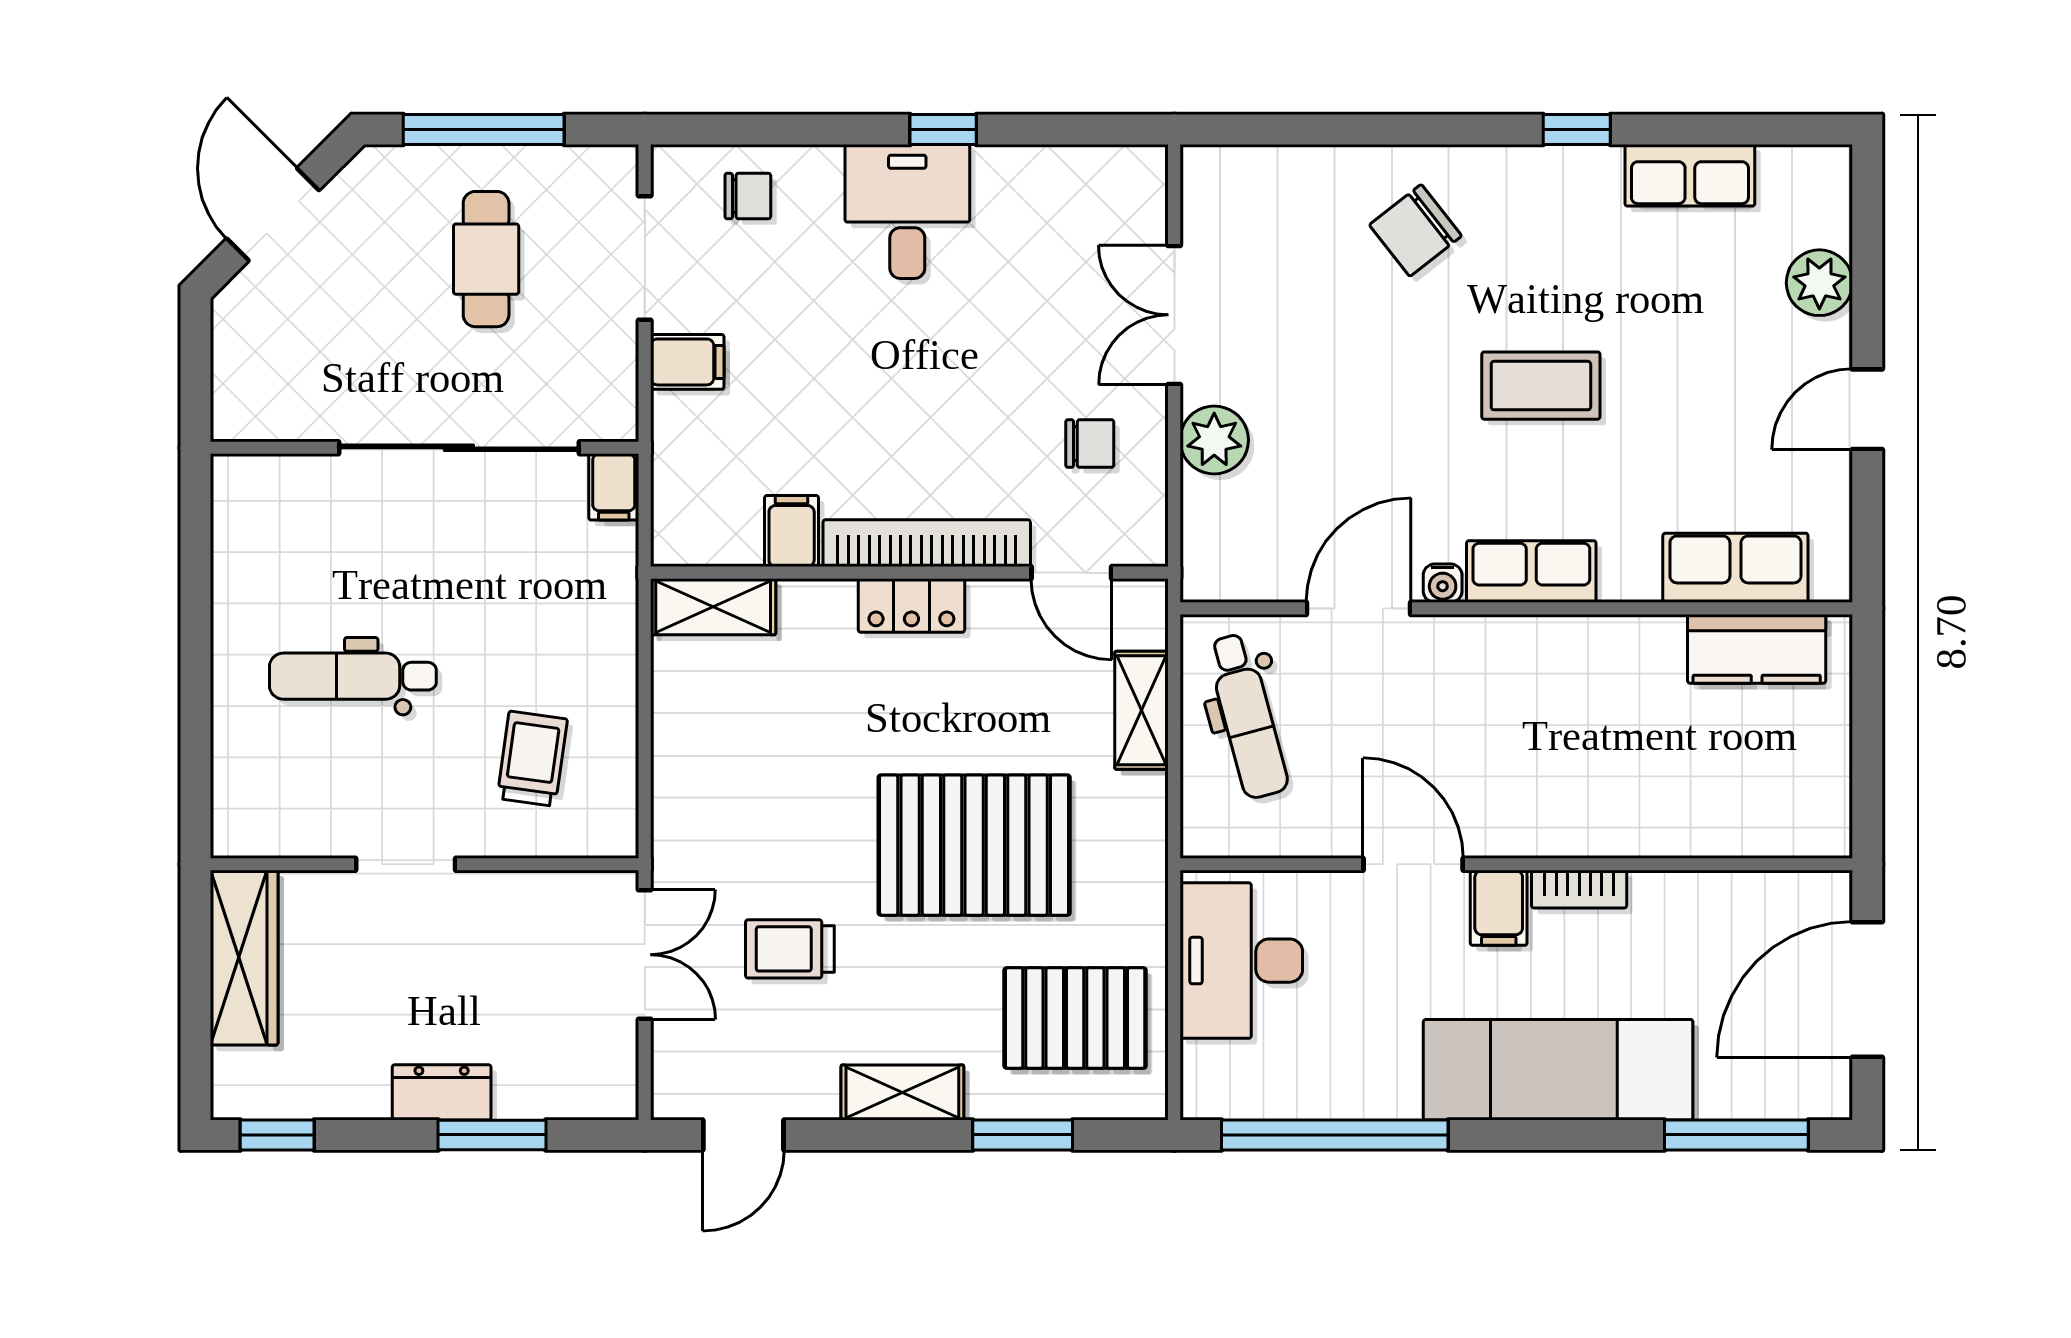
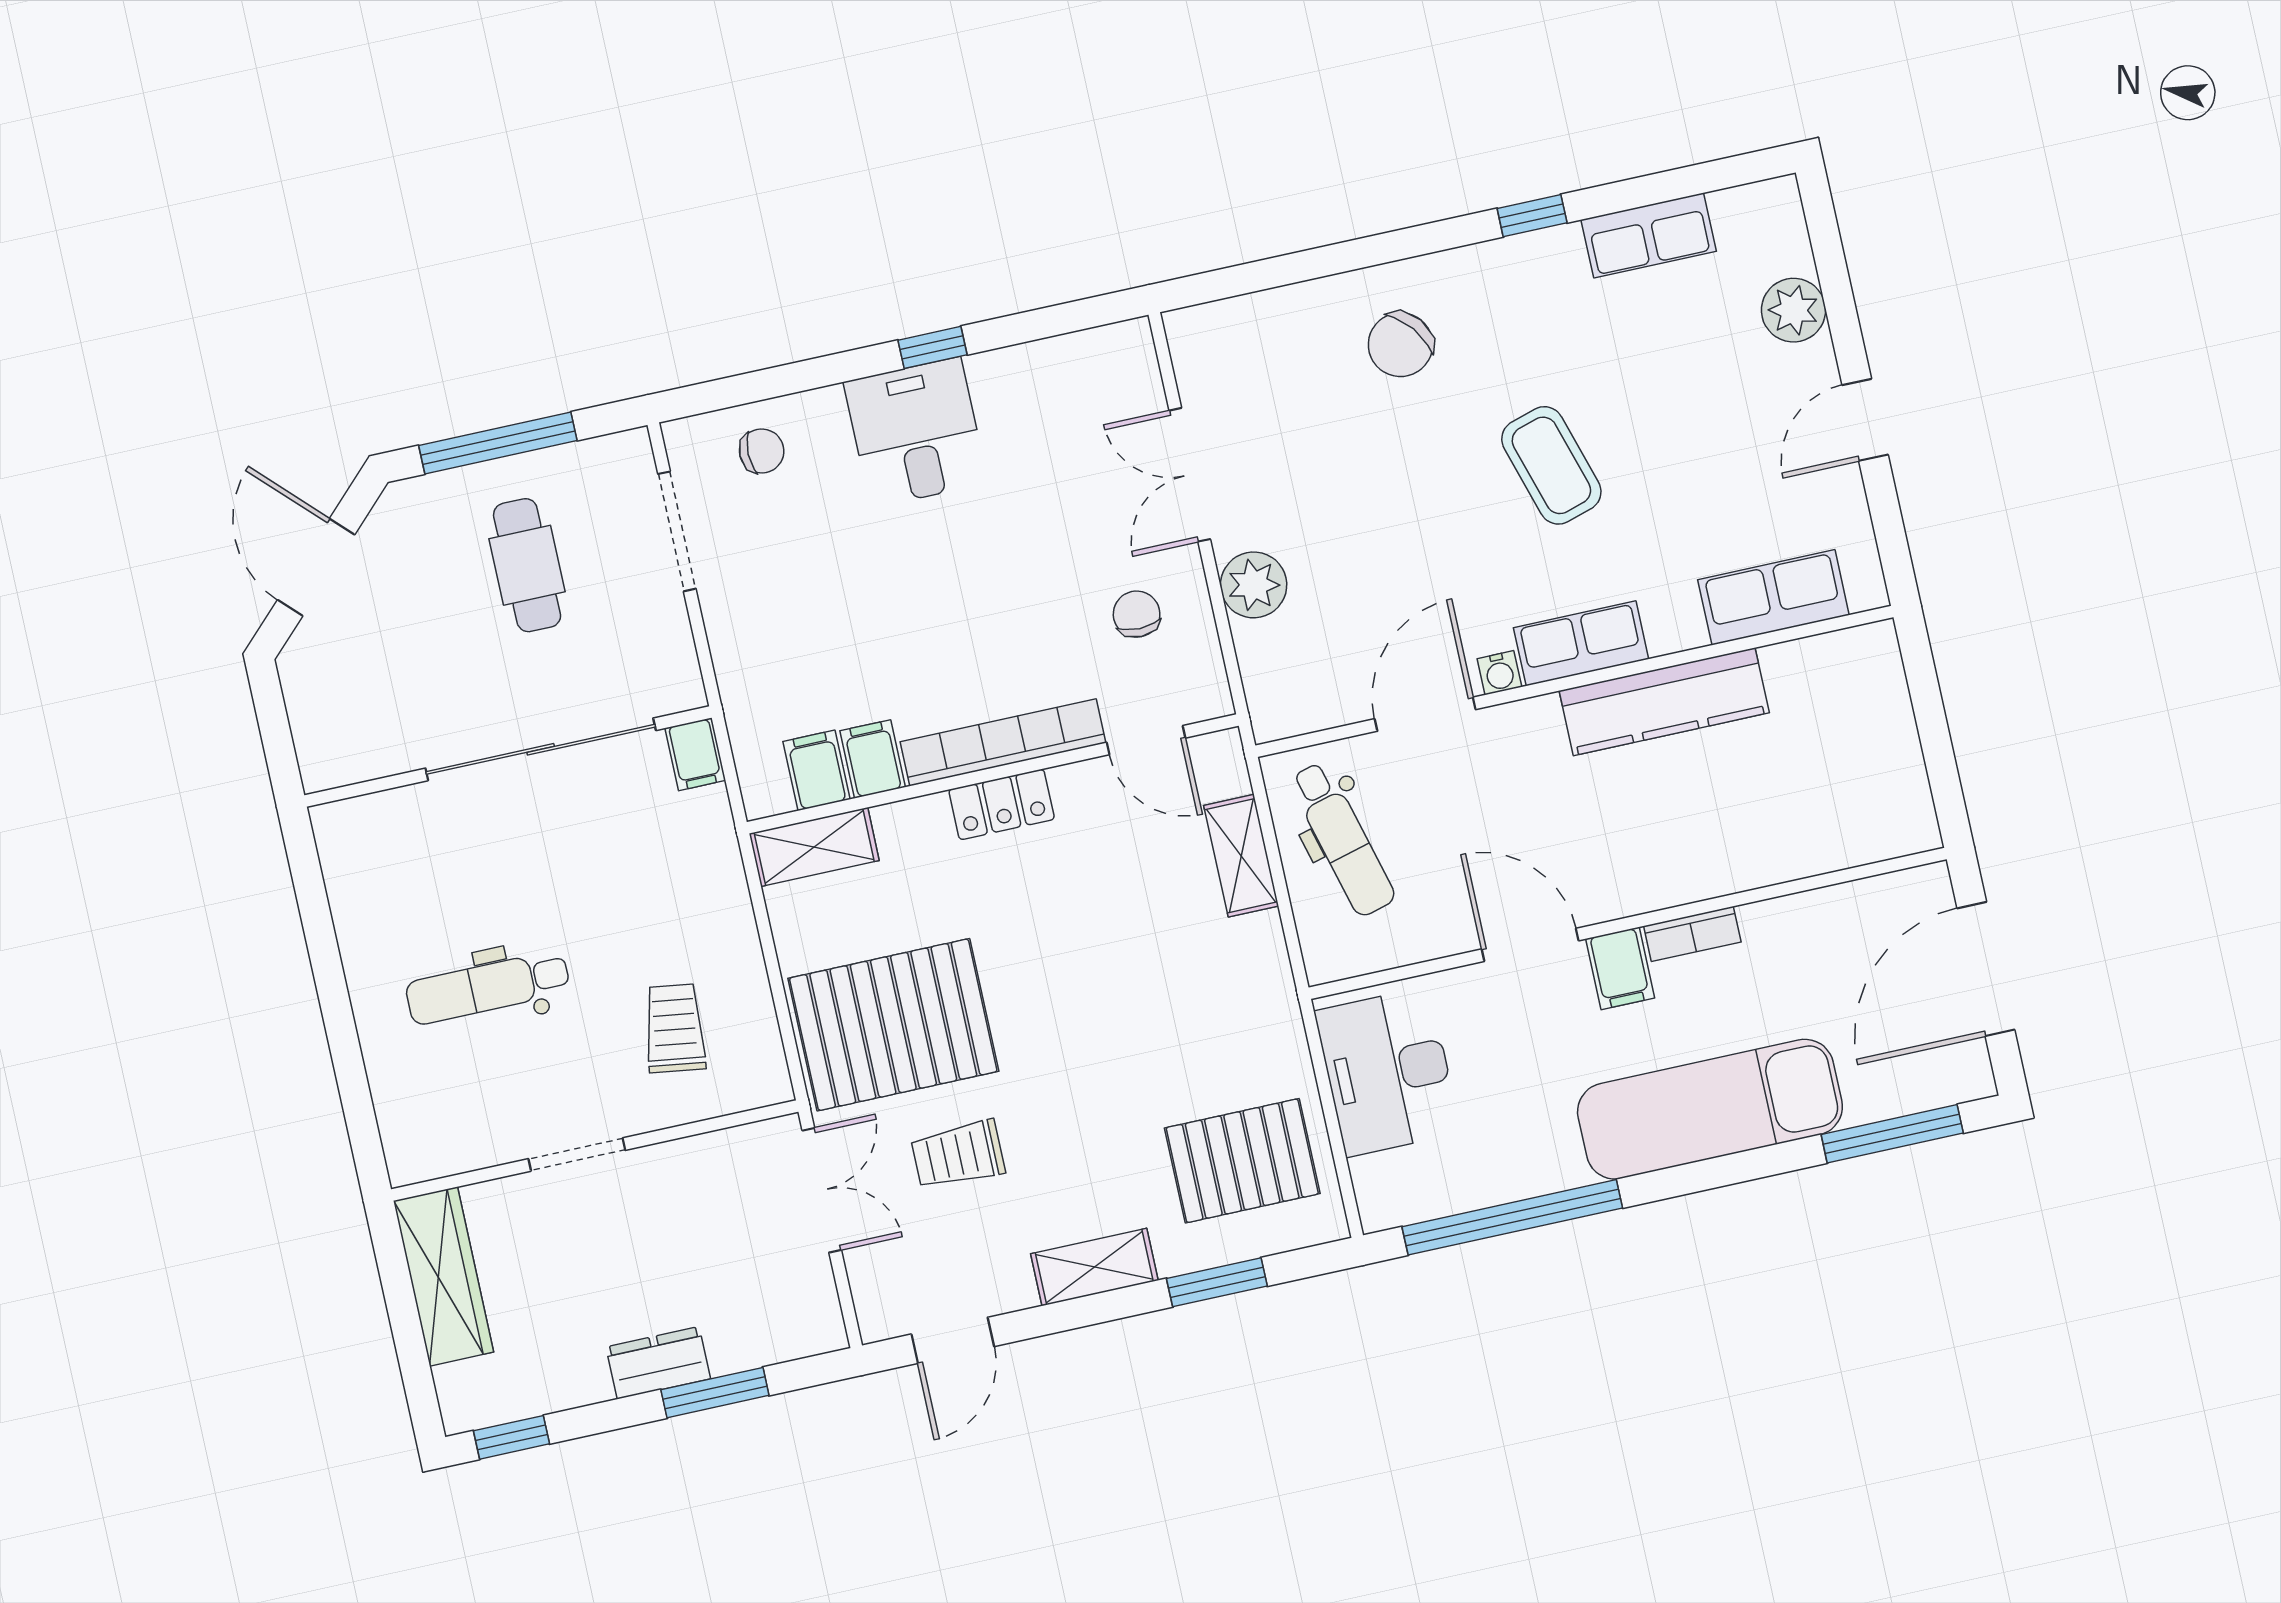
filing cabinet: (687, 362) -> (817, 770), moved, turned -90
coffee table: (1541, 386) -> (1551, 465), turned 73
chair: (1090, 444) -> (1137, 614), turned -90
kitchen counter: (1757, 649) -> (1664, 702), moved, width x1.50
pallet: (974, 845) -> (893, 1025), moved

